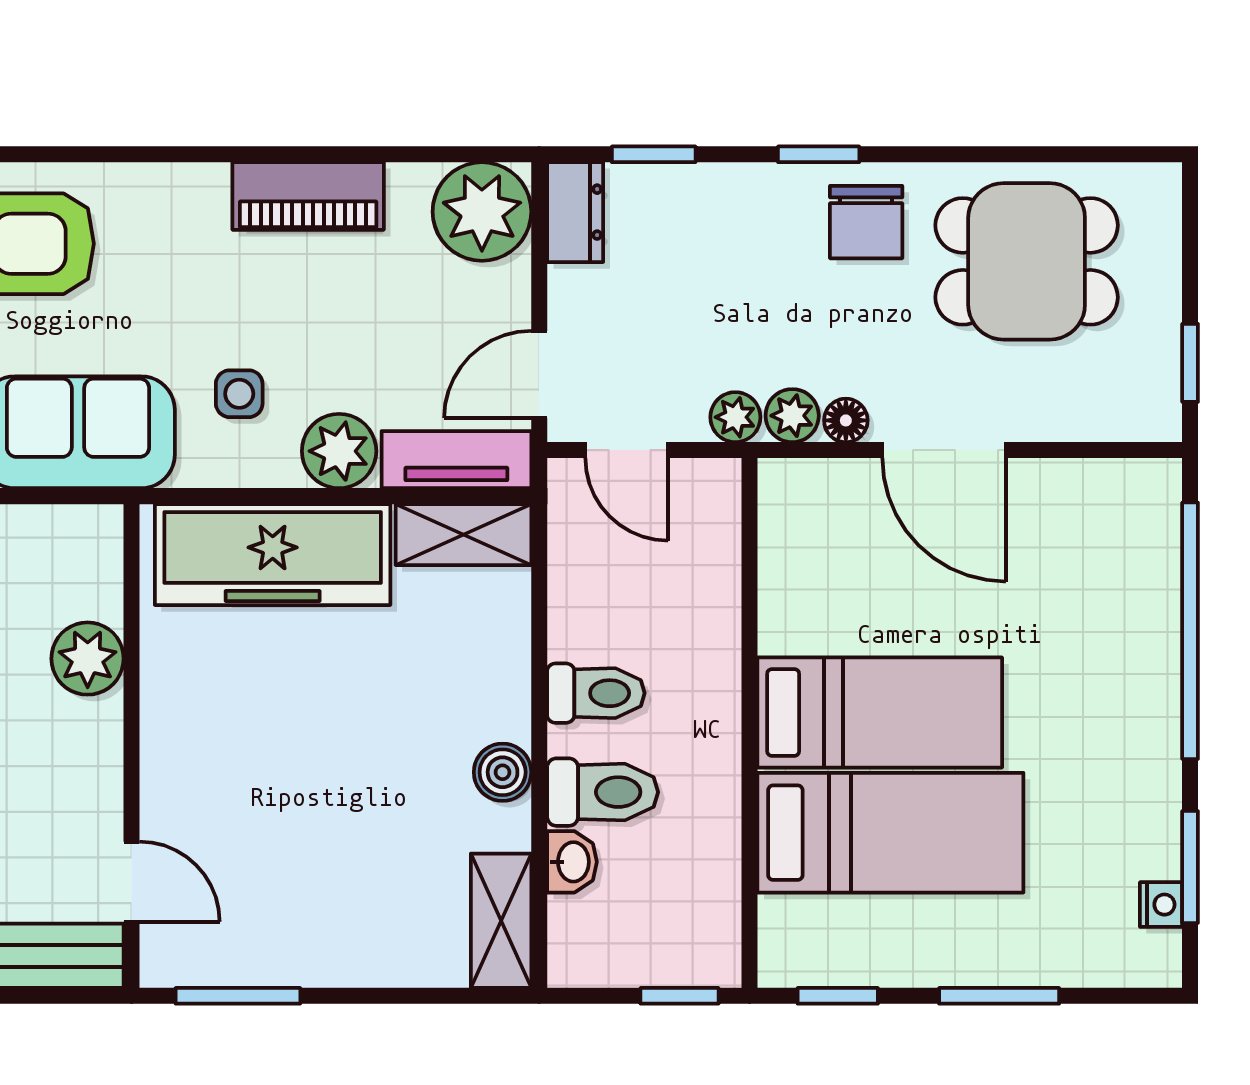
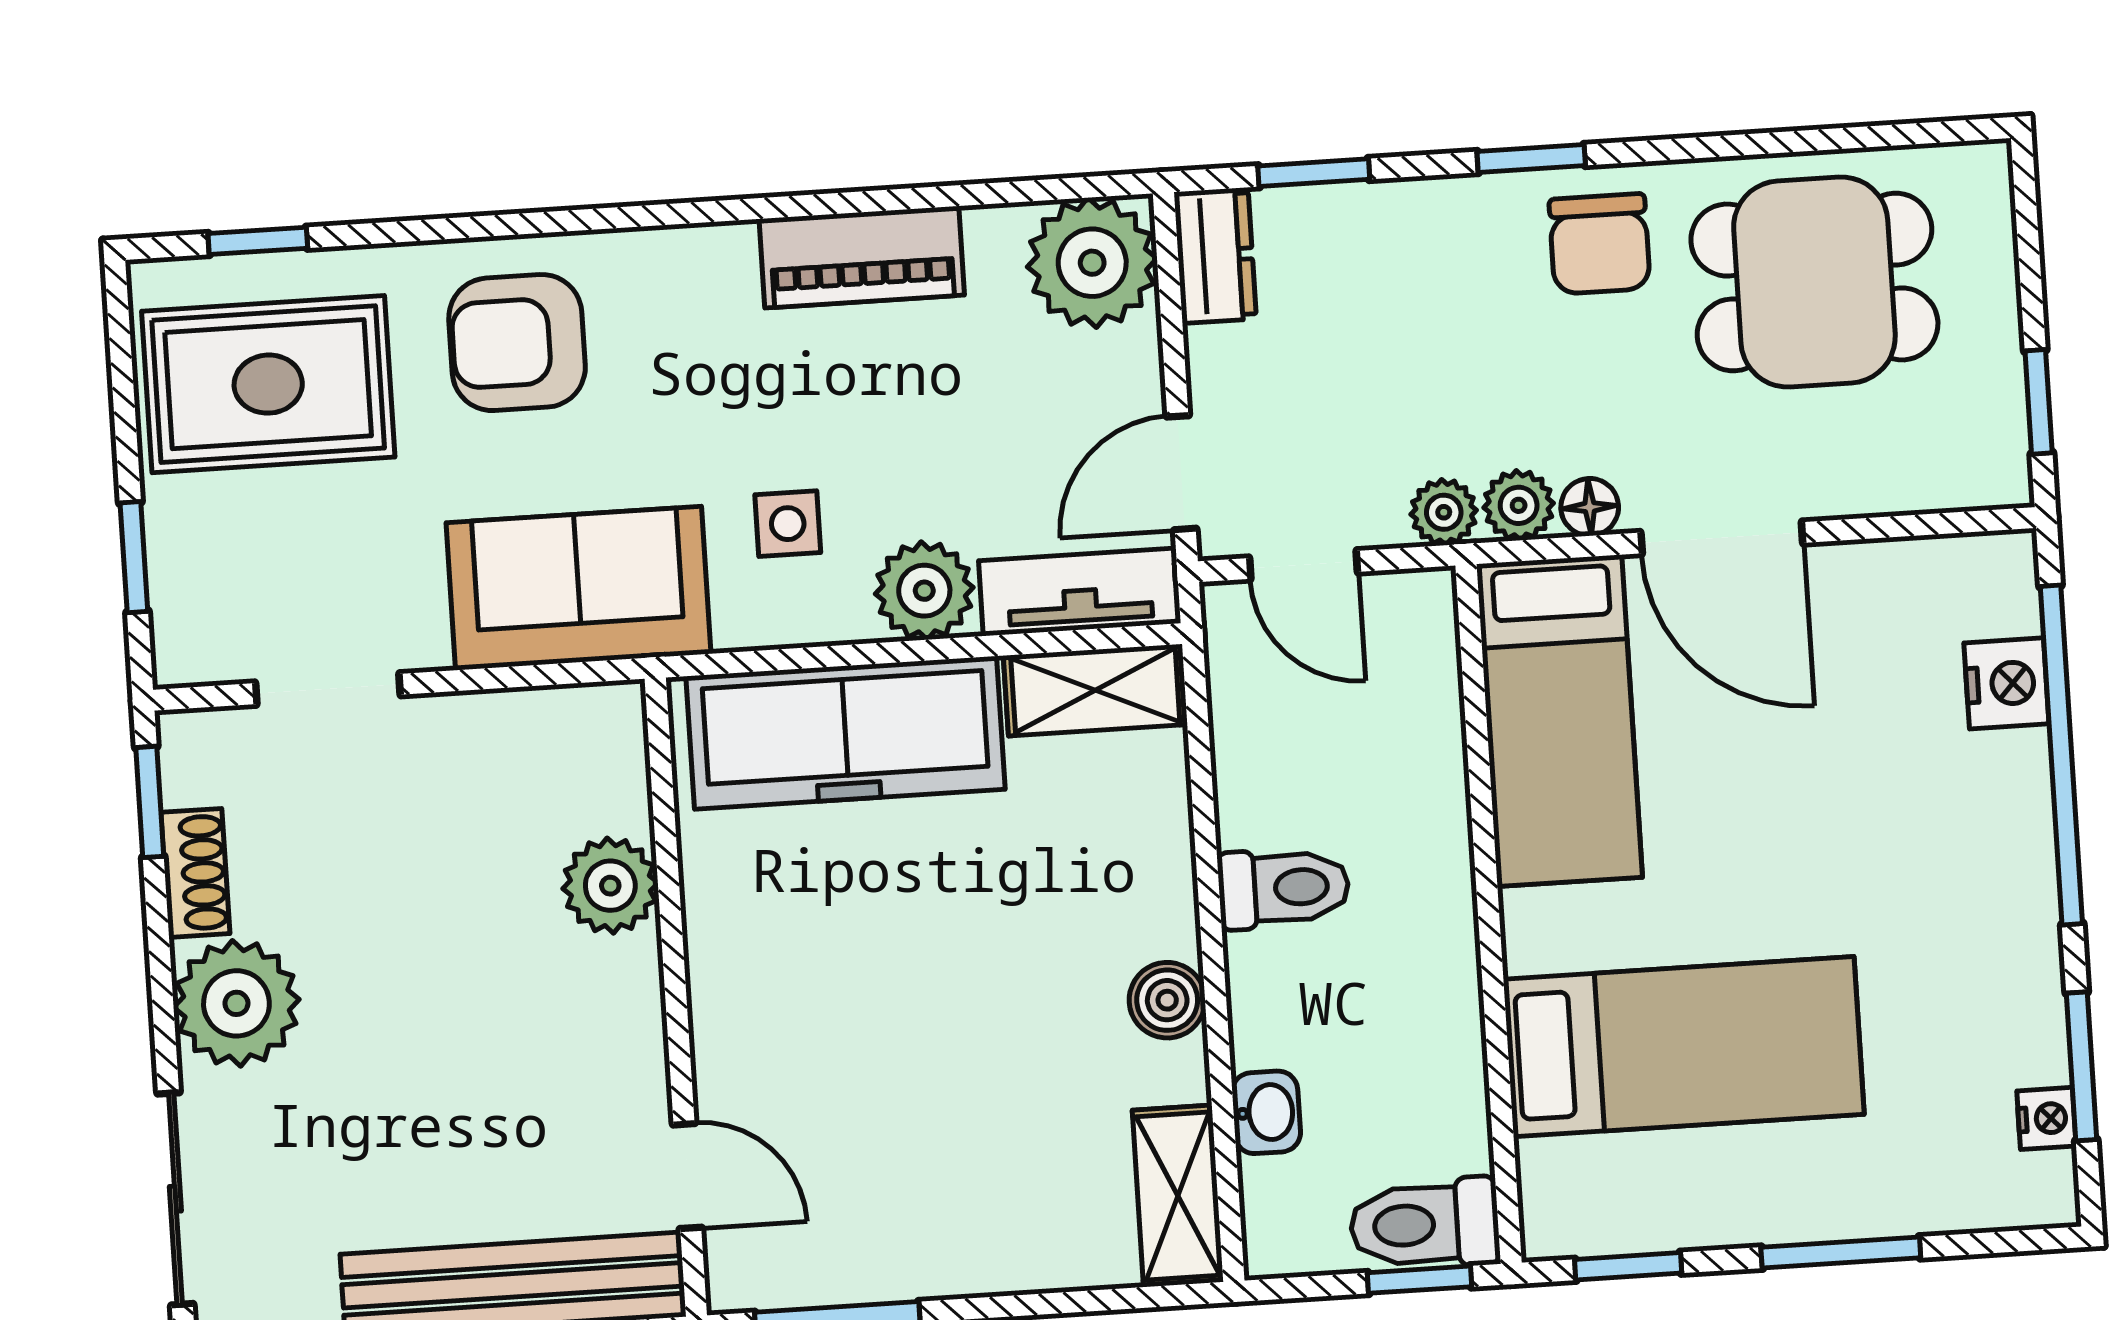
nightstand: (1152, 574) -> (2006, 683), added
bed: (880, 712) -> (1559, 721), moved, turned 90
toilet: (603, 792) -> (1425, 1224), moved, turned 180

